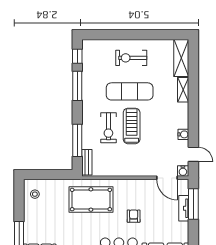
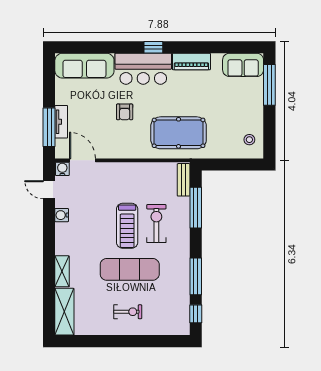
exercise bike: (131, 58) -> (128, 312), width x0.73, depth x0.72

